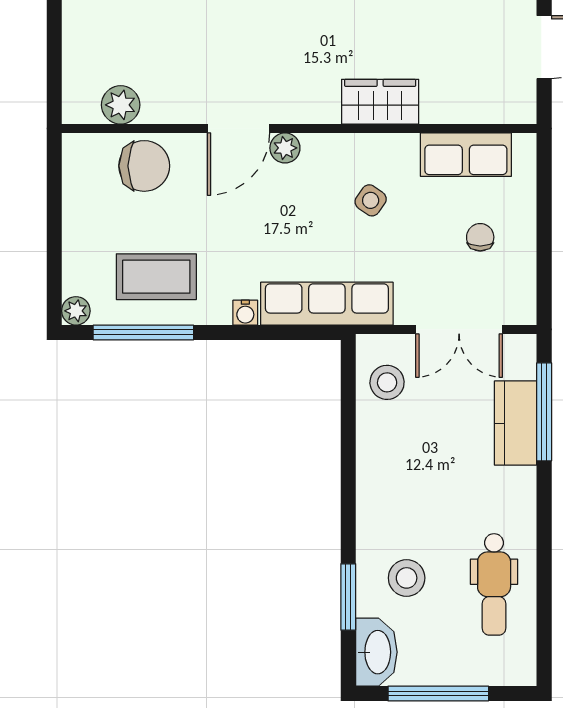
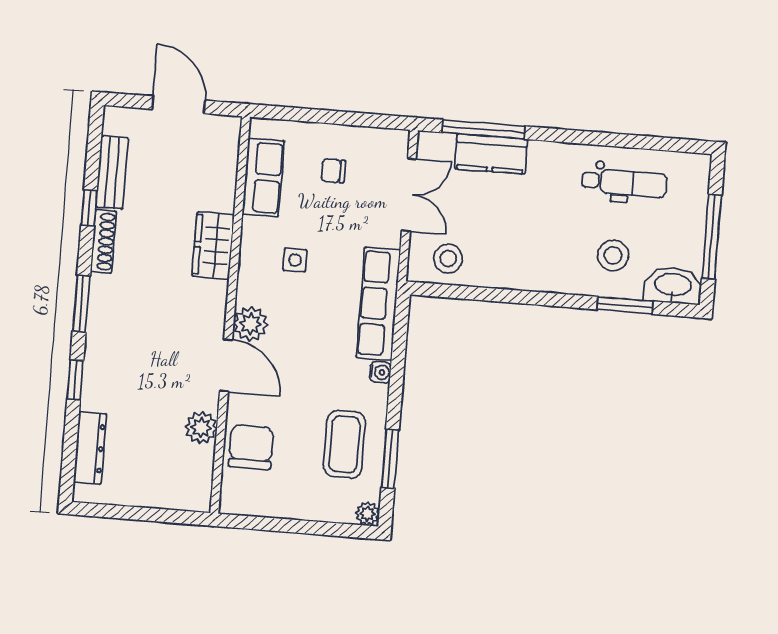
plant: (121, 105) -> (201, 428), moved
plant: (285, 148) -> (251, 324), width x1.38, depth x1.38
side table: (371, 200) -> (295, 260), turned -35
window: (143, 332) -> (390, 459), width x0.69

